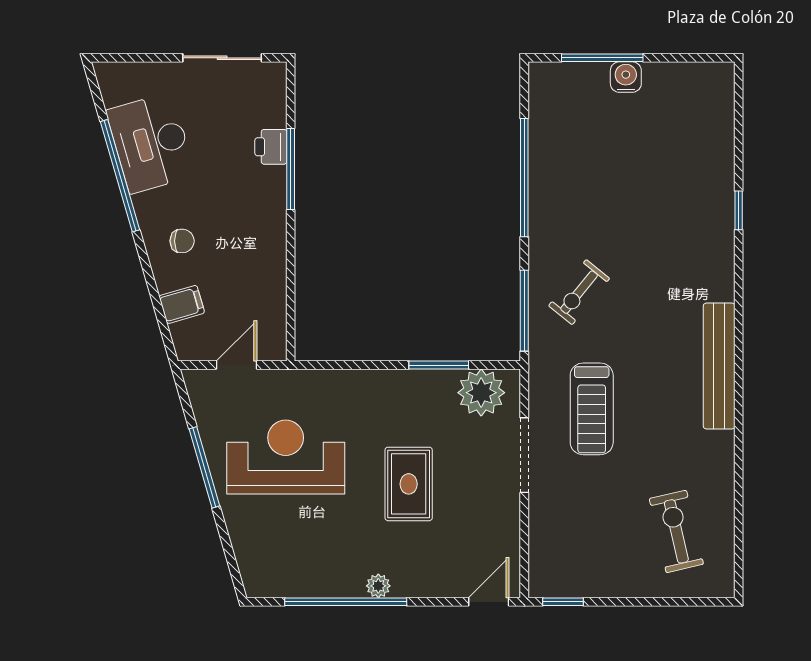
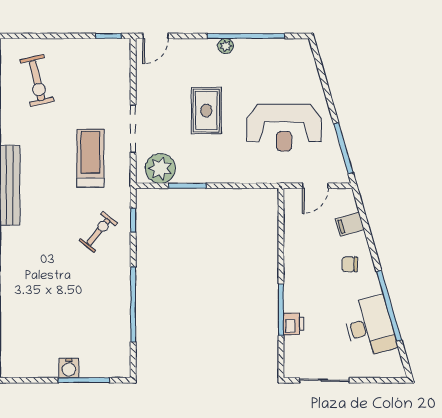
window: (524, 311) -> (133, 220), width x0.46
window: (204, 467) -> (343, 148), moved

